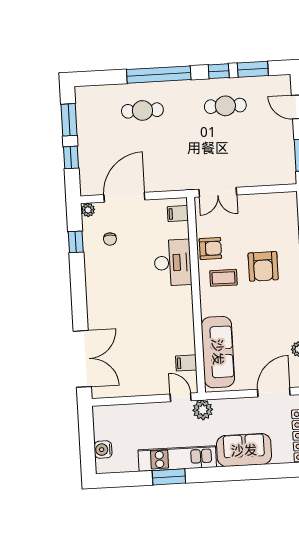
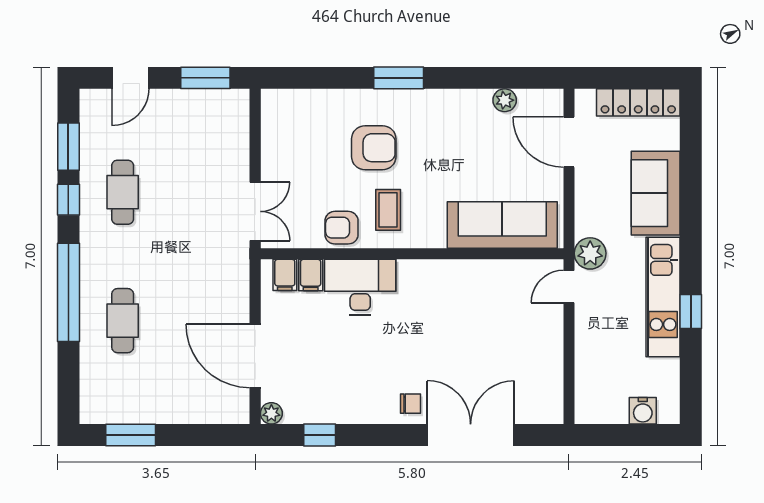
window: (71, 157) -> (189, 435), removed
chair: (110, 239) -> (410, 404), moved
armchair: (210, 248) -> (342, 228), turned -90
double door: (82, 359) -> (471, 435), moved
filing cabinet: (186, 363) -> (311, 275), moved
window: (169, 477) -> (691, 311), width x0.67

